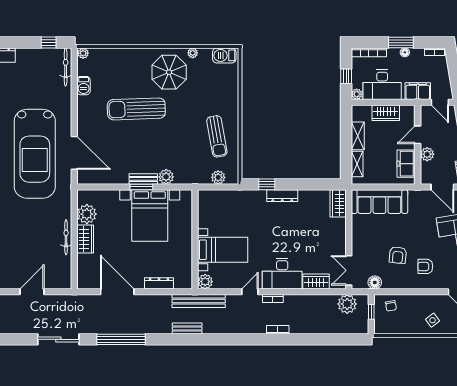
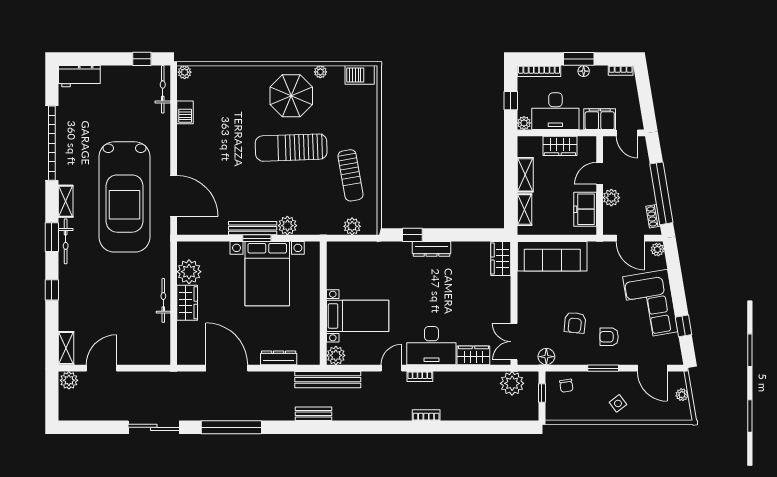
sun lounger: (136, 109) -> (291, 148), moved
bench: (143, 179) -> (253, 228), width x1.36
door: (32, 292) -> (101, 368), moved
window: (421, 292) -> (603, 368), added

